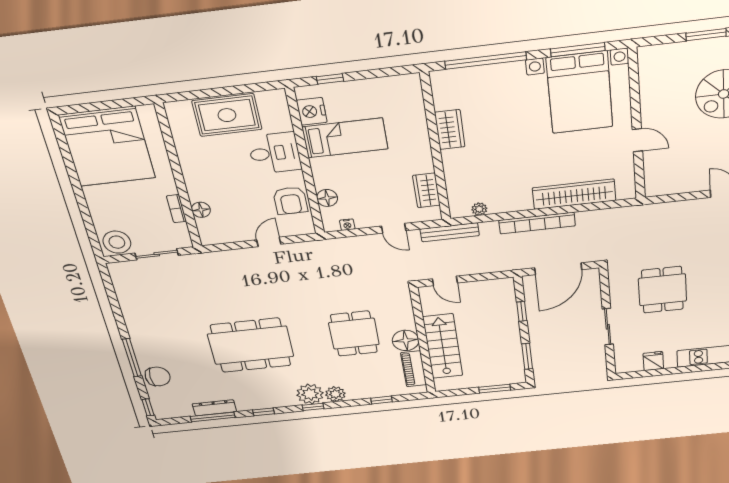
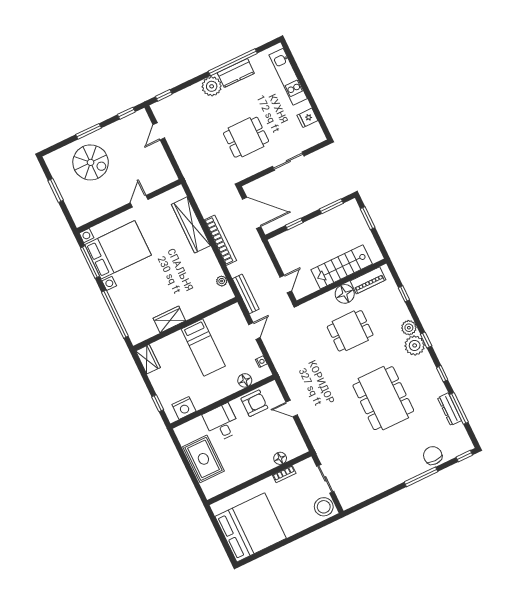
bed: (345, 138) -> (203, 348), moved, turned 180
wardrobe: (426, 190) -> (148, 359), moved, turned -90

